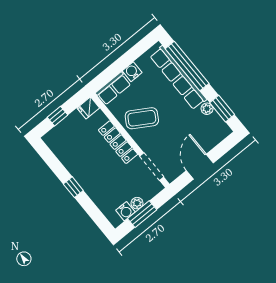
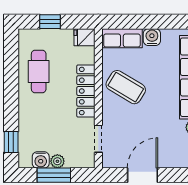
cafe table: (77, 155) -> (39, 71), added
doorway: (152, 167) -> (98, 139), width x0.73
window: (73, 187) -> (11, 142), moved

